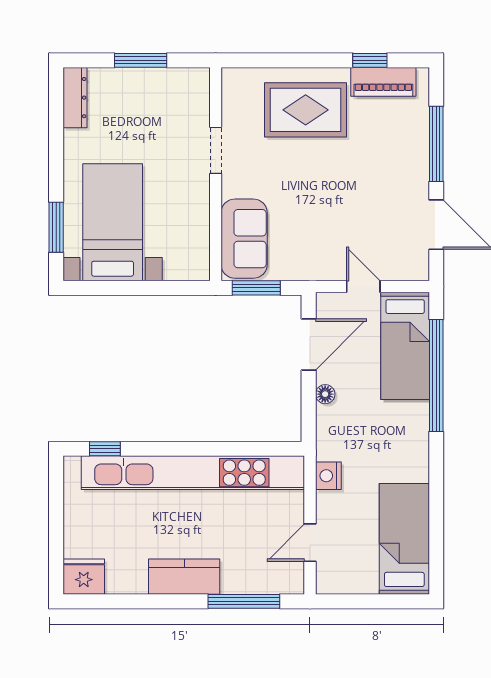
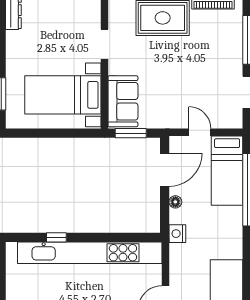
bed with nightstands: (113, 222) -> (63, 95), moved, turned -90
window: (105, 449) -> (56, 237), moved
nightstand: (328, 476) -> (177, 234), moved

